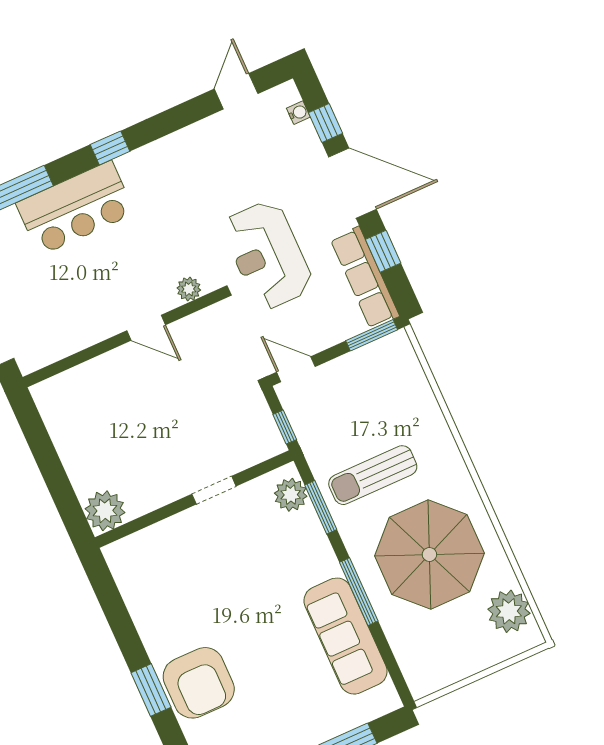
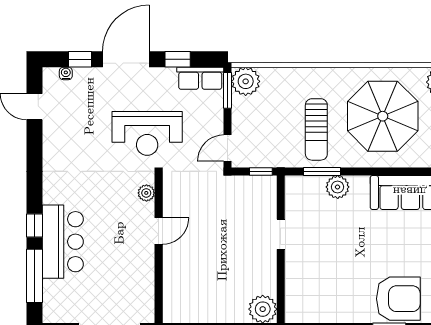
window: (110, 148) -> (35, 225), moved
row of seats: (365, 278) -> (200, 78), width x0.68
plant: (394, 354) -> (246, 81), added
plant: (291, 495) -> (338, 187), moved
window: (359, 592) -> (386, 171), removed

